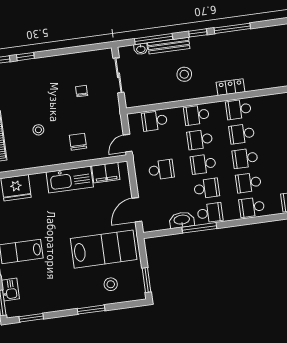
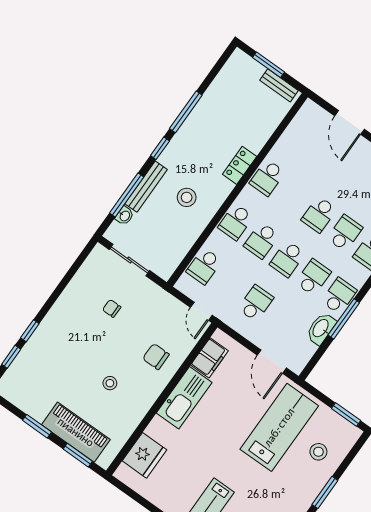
school desk: (242, 134) -> (293, 196), removed
school desk: (248, 183) -> (345, 233), turned 180

